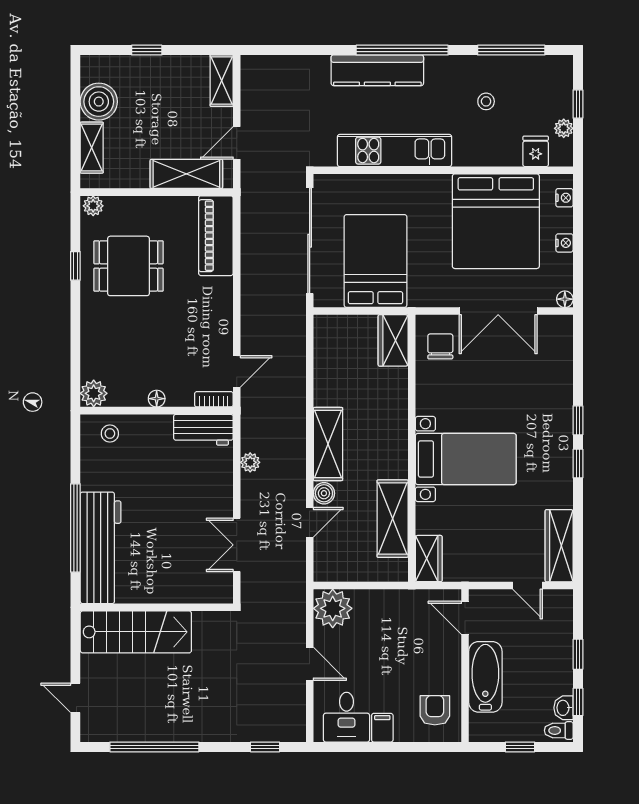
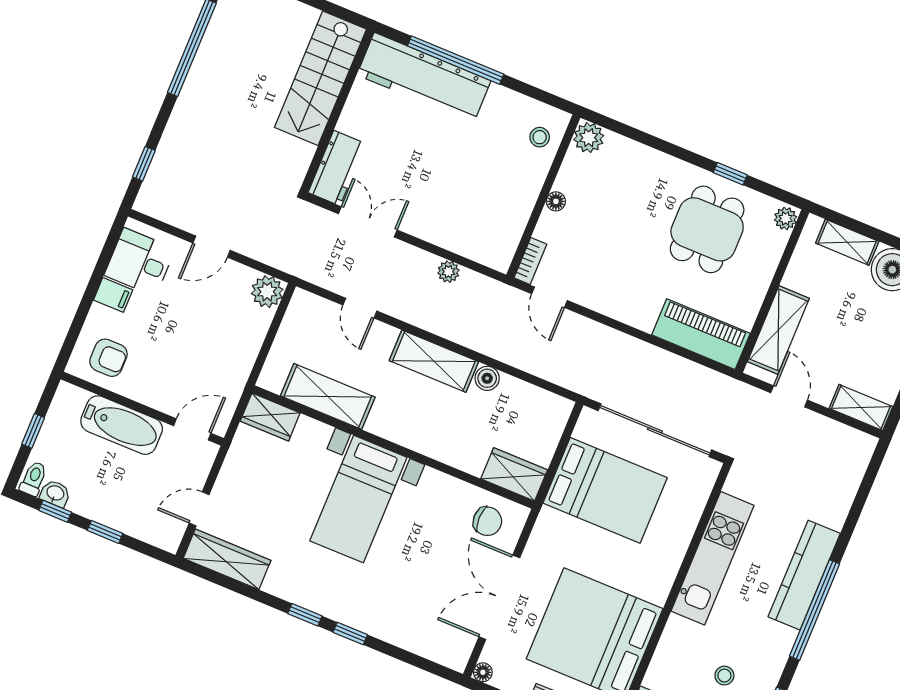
workbench: (203, 430) -> (337, 168), moved, turned 180
boiler: (324, 493) -> (487, 378), moved
plant: (333, 608) -> (267, 292), width x0.73, depth x0.73

